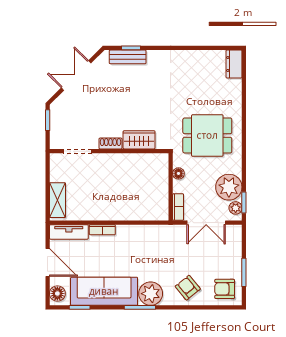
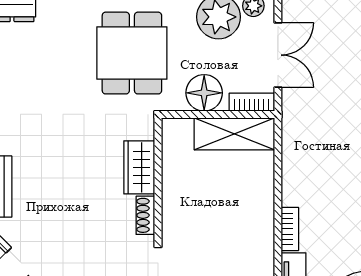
floor lamp: (178, 173) -> (204, 93), width x1.89, depth x1.89
shelving: (159, 197) -> (234, 134), added

